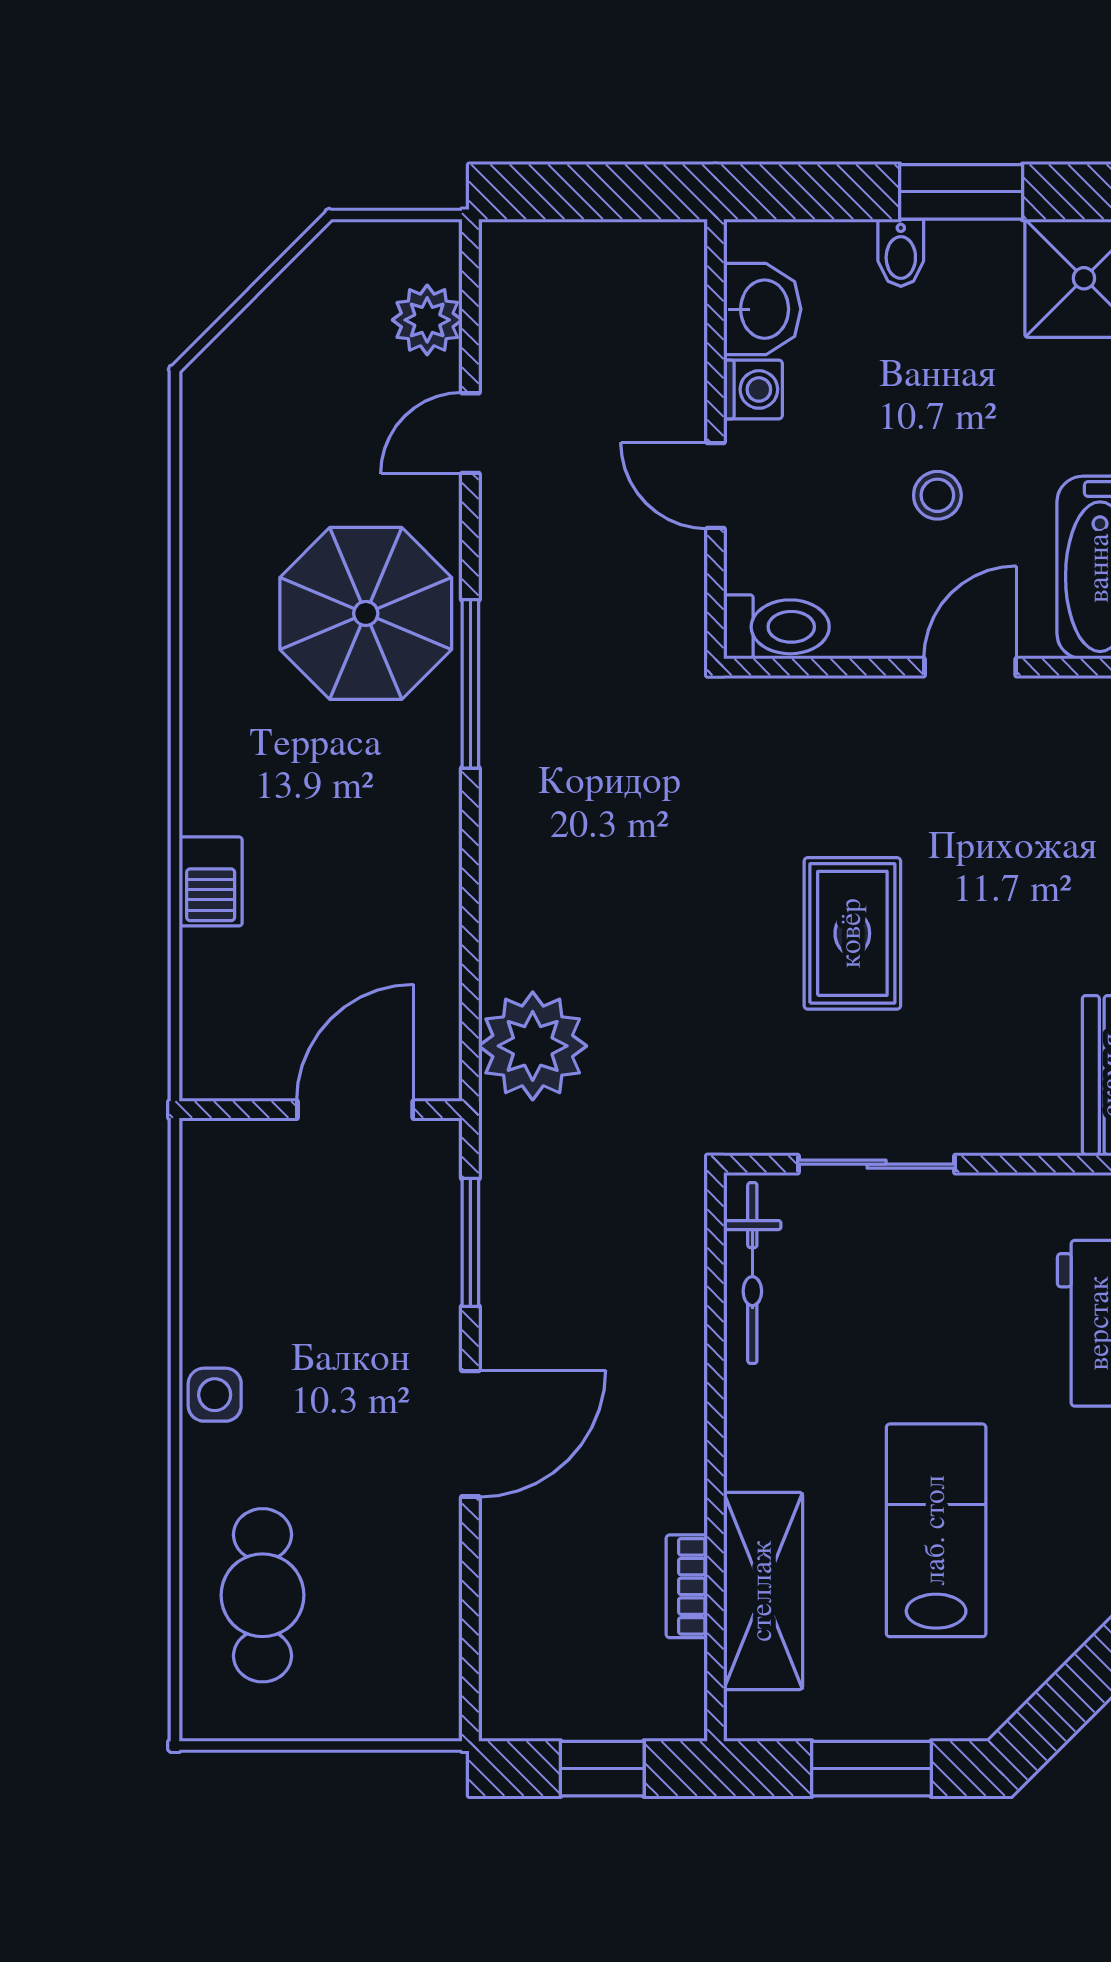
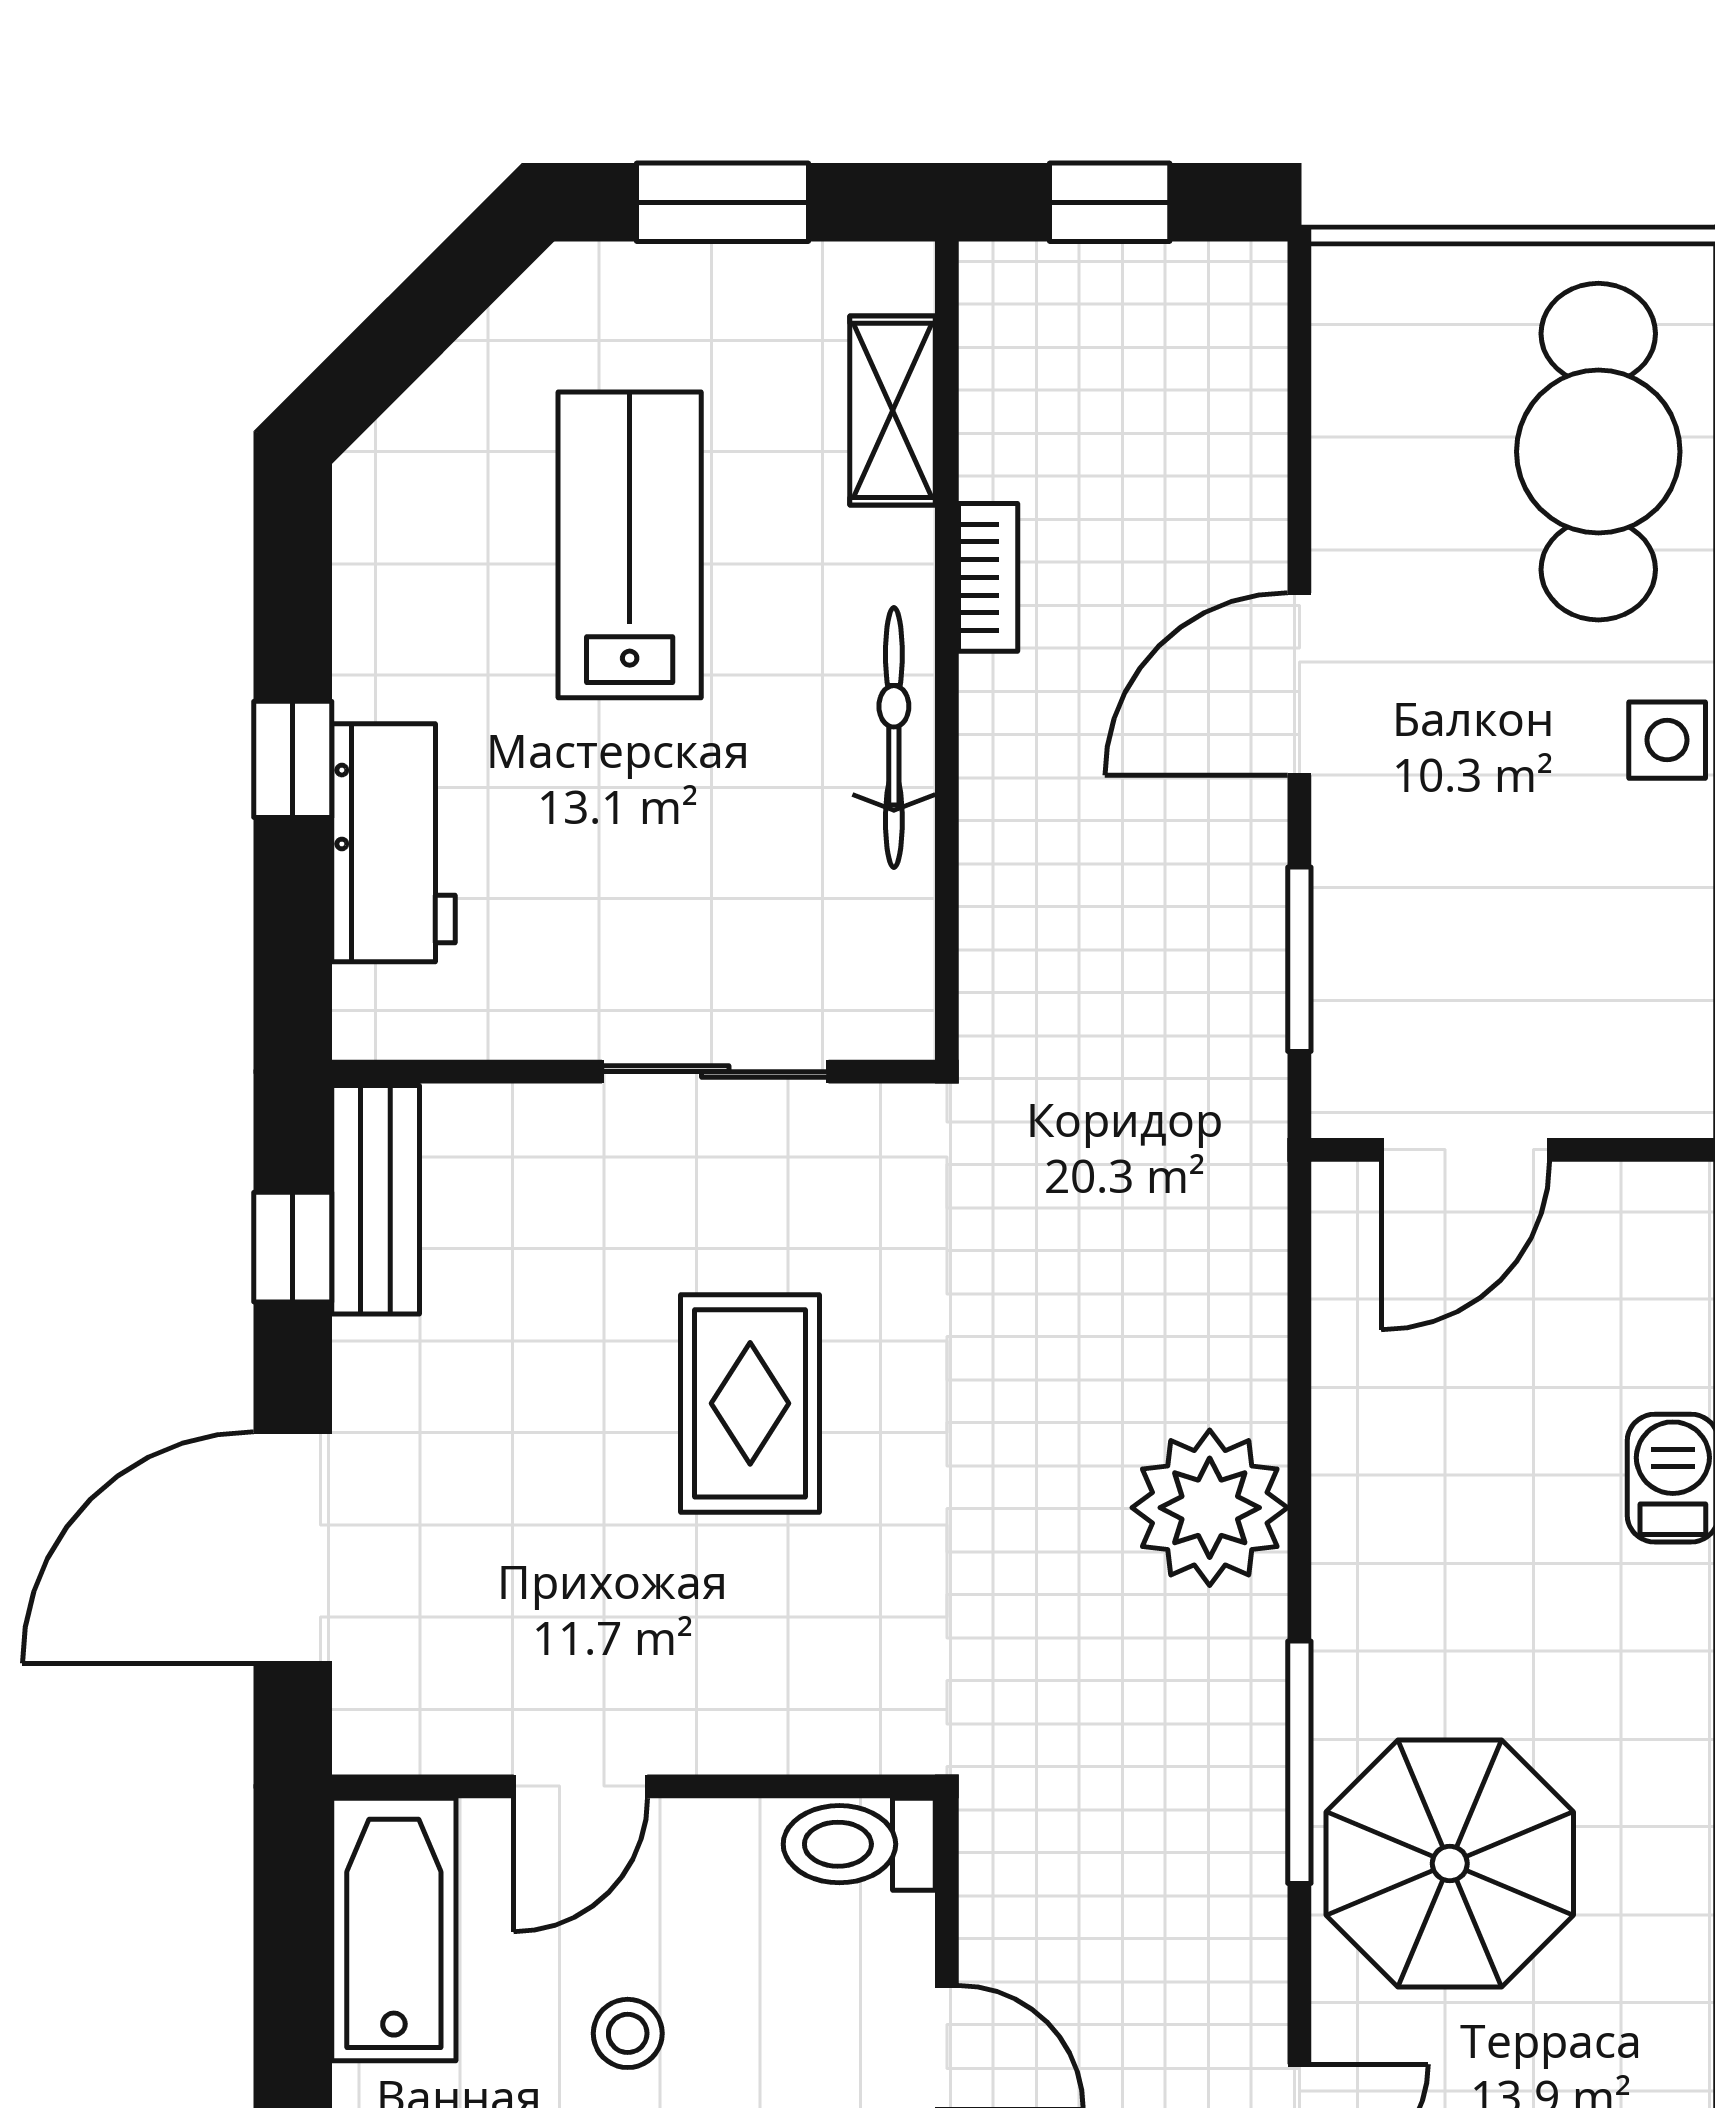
plant: (533, 1046) -> (1210, 1508), moved
bicycle: (752, 1273) -> (894, 738), moved
lab bench: (936, 1530) -> (630, 545), turned 180
bookcase: (687, 1586) -> (988, 577), moved
shelving: (763, 1591) -> (893, 410), width x0.67, depth x0.75
cafe table: (262, 1595) -> (1598, 452), width x1.37, depth x1.35

